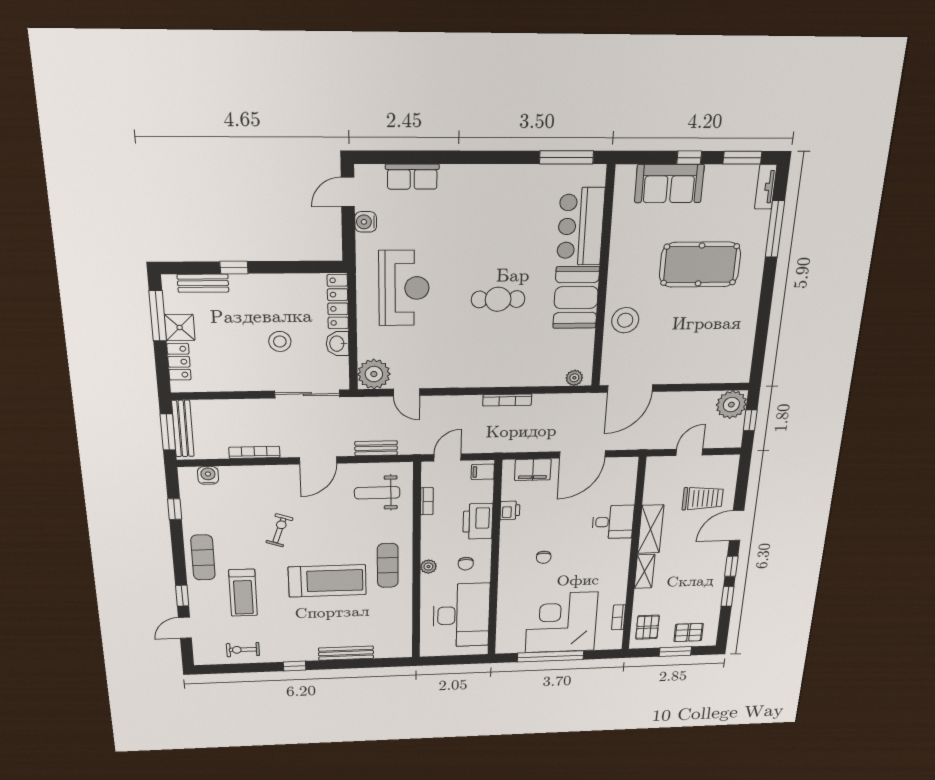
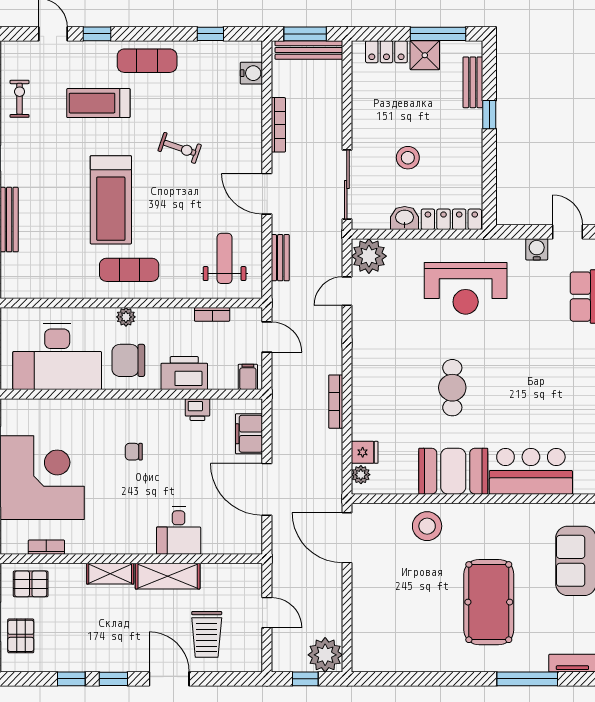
fridge: (554, 375) -> (365, 452), added
chair: (466, 564) -> (128, 360), width x1.87, depth x1.87

